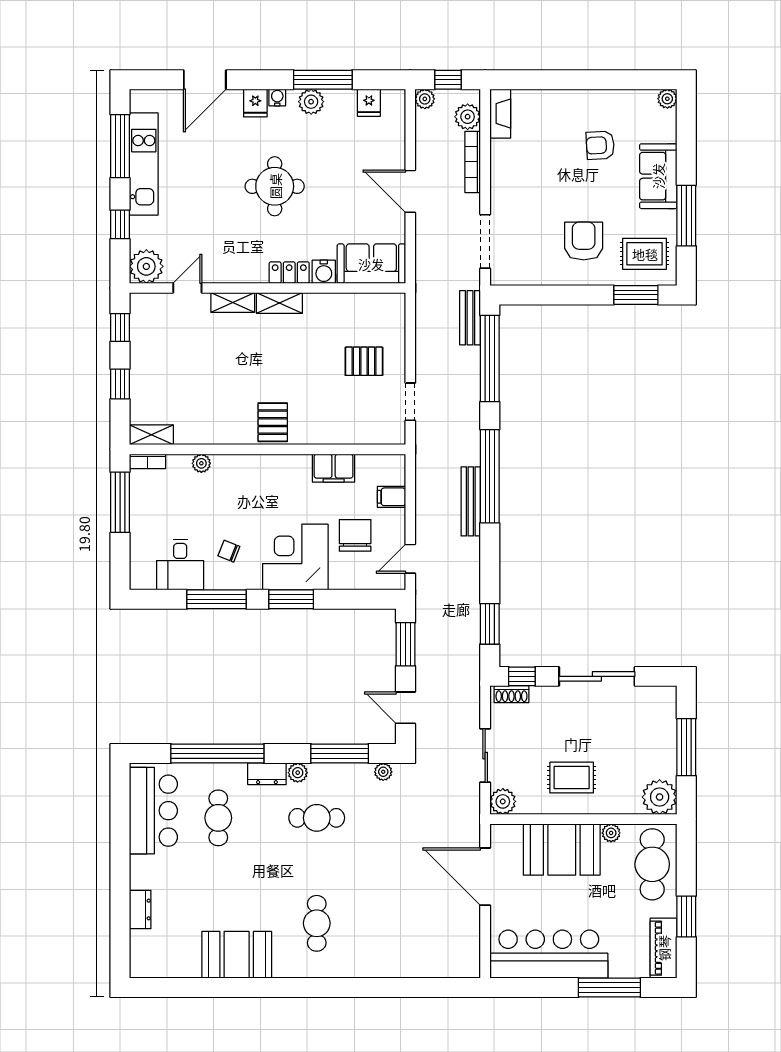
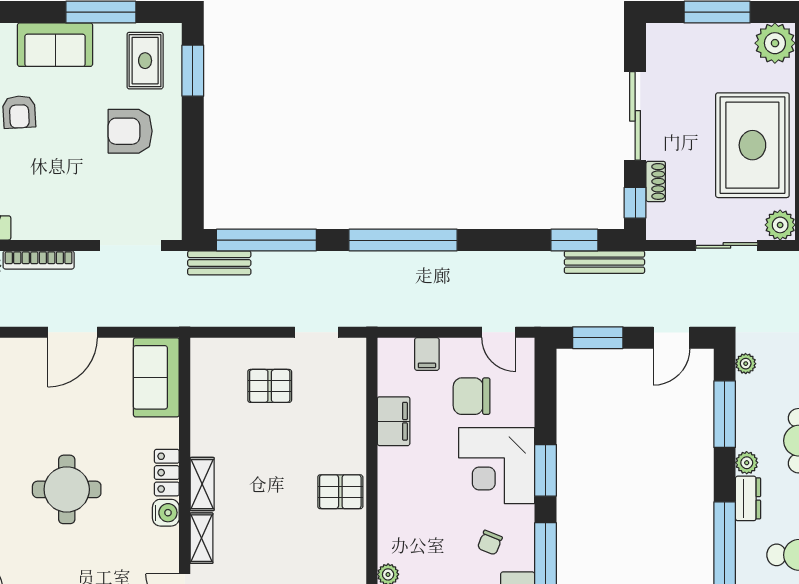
water cooler: (324, 272) -> (166, 513), moved
pallet: (364, 361) -> (270, 386), turned 90
bench: (471, 501) -> (604, 262), moved
shoe rack: (511, 694) -> (656, 181), moved
rug: (572, 778) -> (752, 145), width x1.86, depth x2.06

